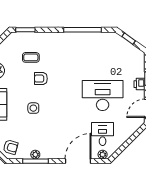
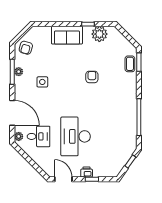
coffee table: (31, 57) -> (130, 64), moved
desk: (103, 95) -> (76, 136), turned 180
side table: (33, 108) -> (42, 82), moved

